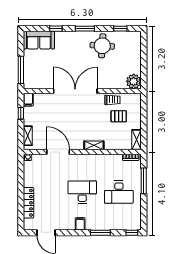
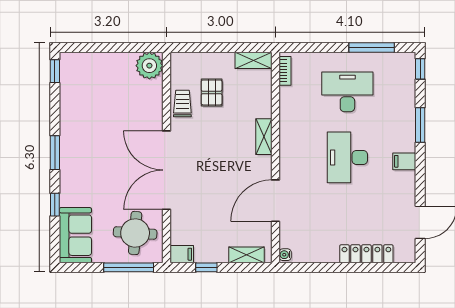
window: (120, 29) -> (55, 71), moved
round table: (102, 46) -> (135, 233), moved
window: (144, 181) -> (372, 47), moved
desk: (119, 192) -> (347, 92), turned -90

